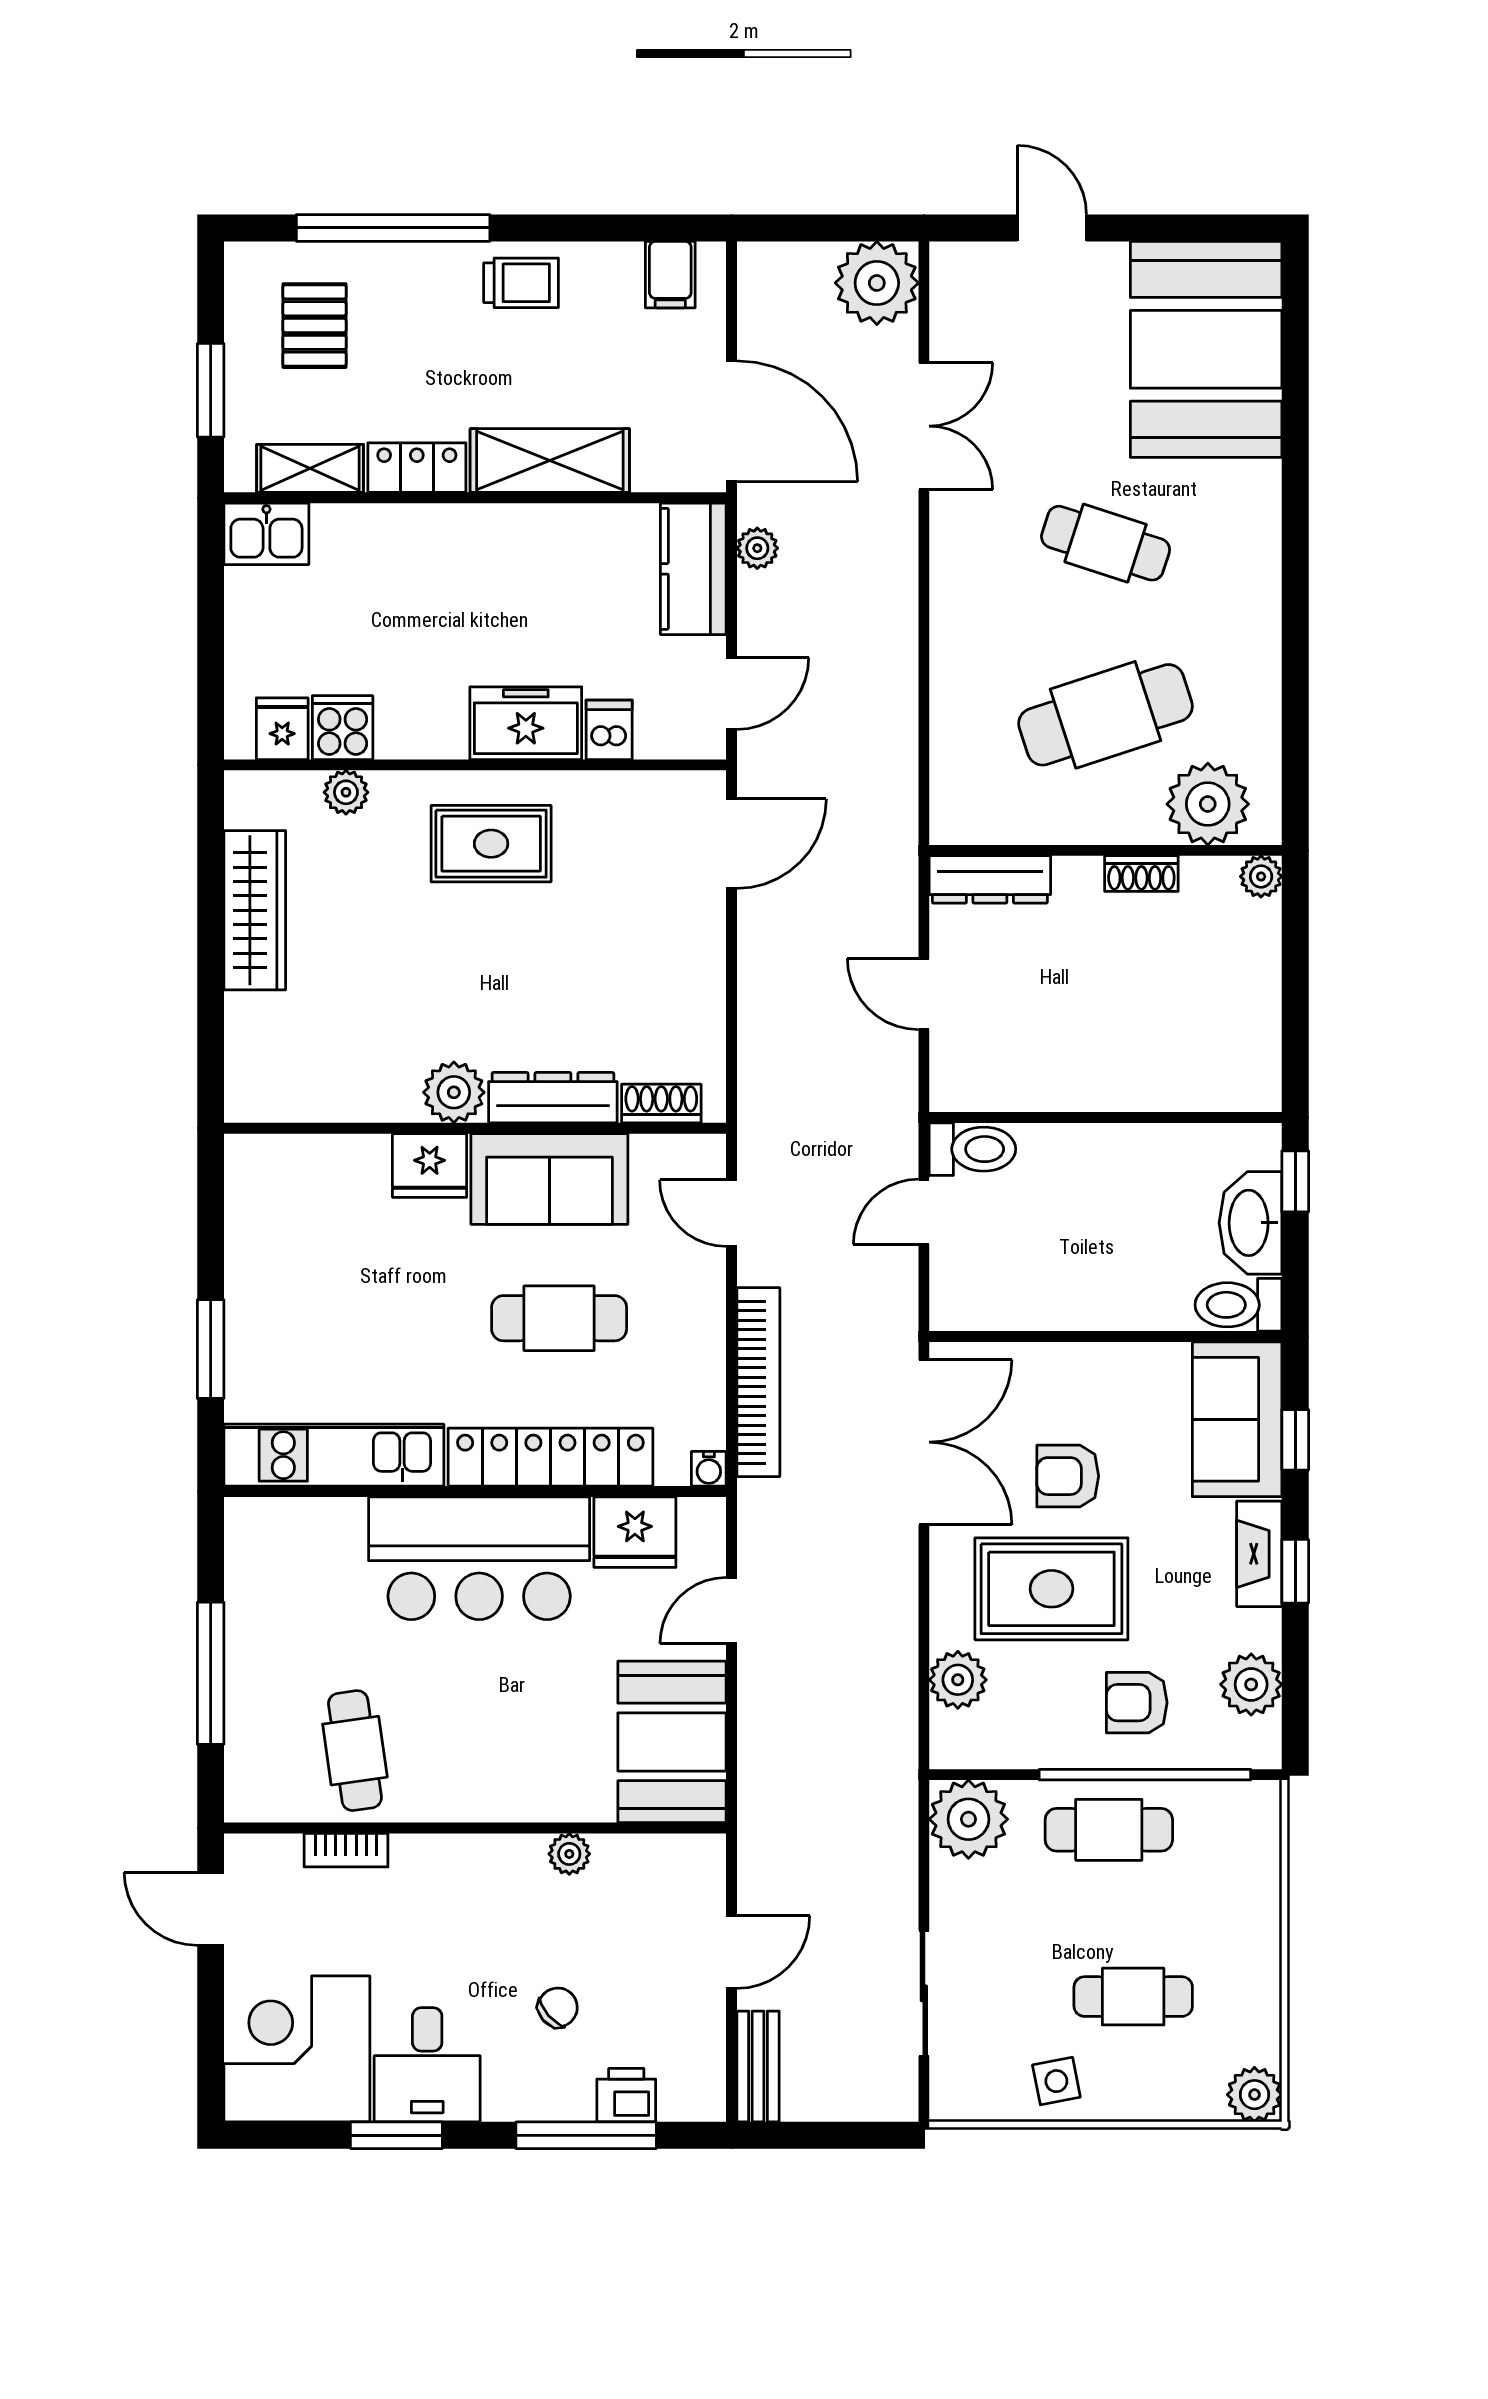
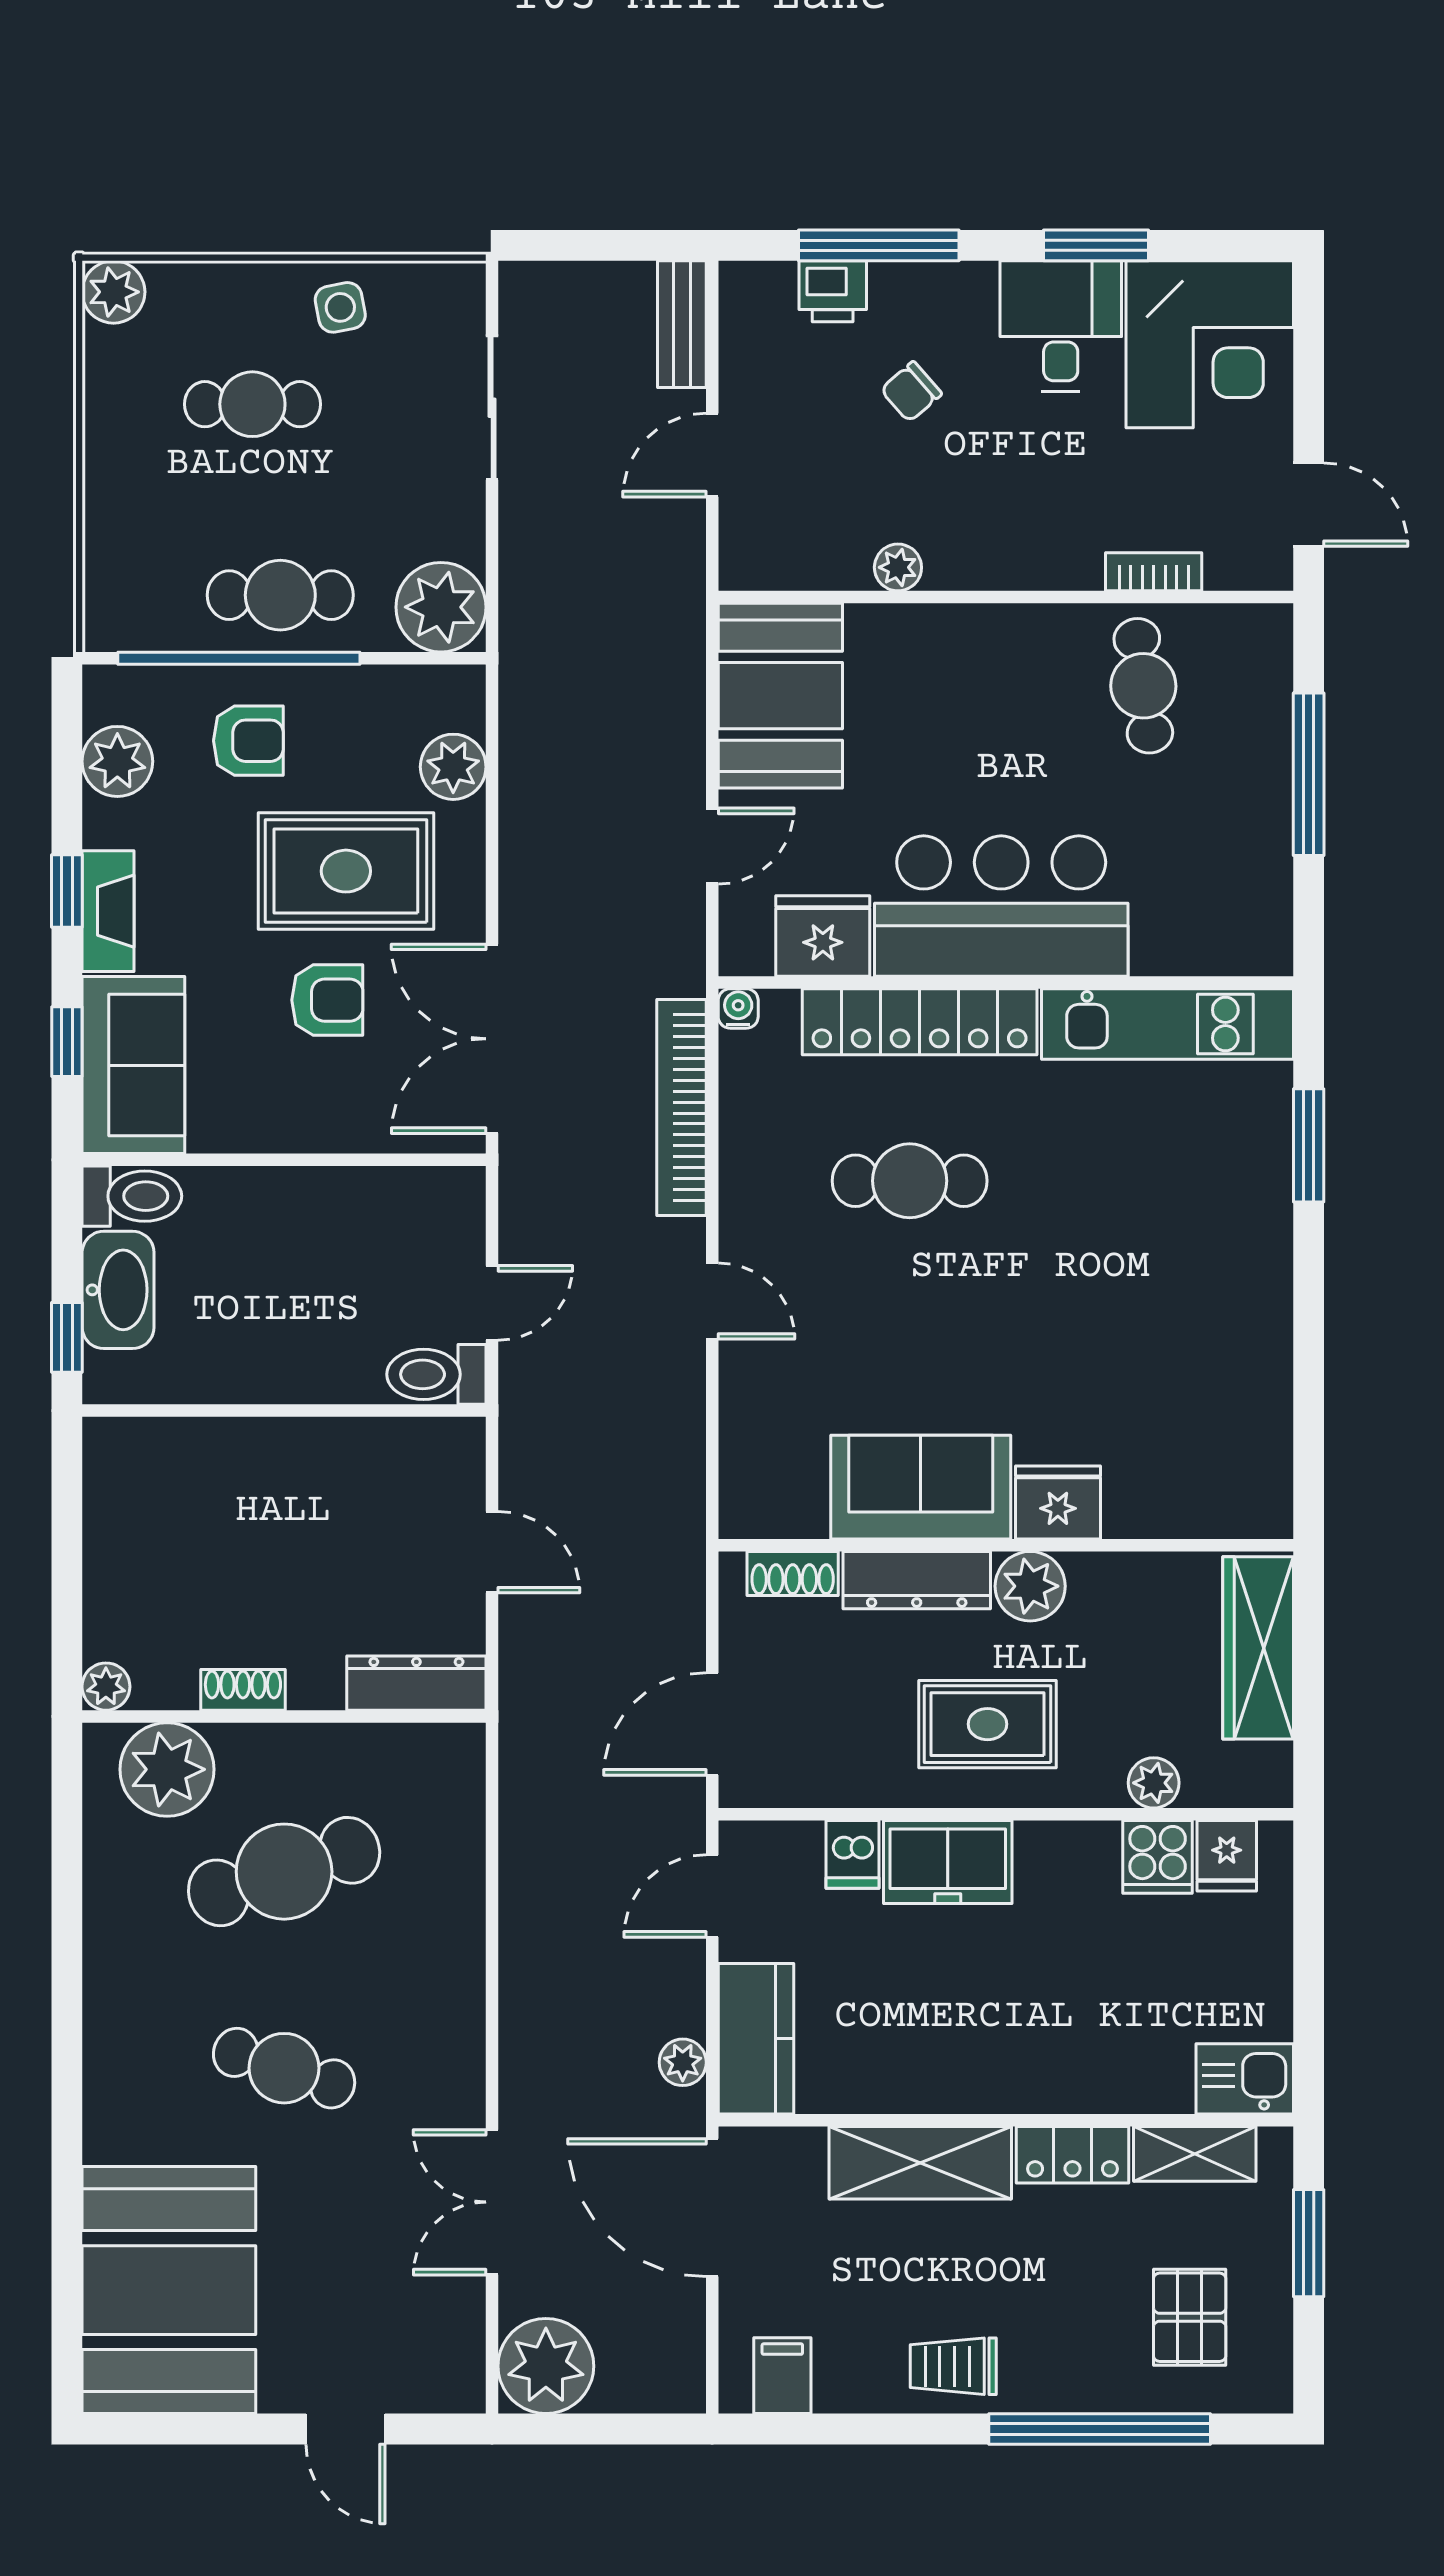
plant: (454, 1092) -> (1030, 1586), moved
dresser: (553, 1098) -> (917, 1580), moved
shoe rack: (661, 1104) -> (793, 1573), moved
wall: (475, 1128) -> (1006, 1545), moved
fridge: (430, 1165) -> (1058, 1503), moved
sofa: (549, 1179) -> (921, 1487), moved

